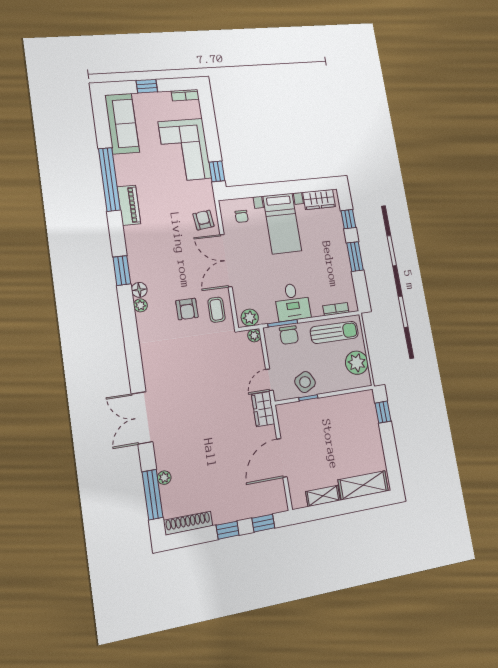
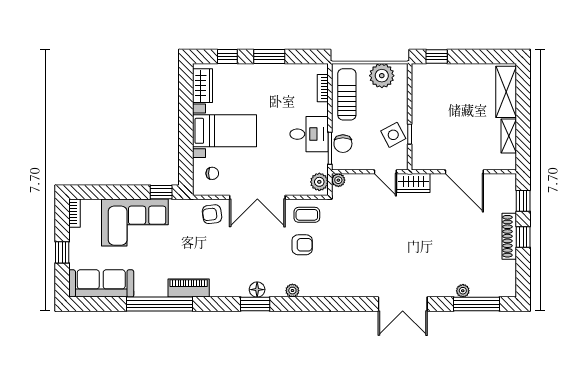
floor lamp: (139, 290) -> (257, 290), moved
chair: (289, 335) -> (343, 144), turned 90
shoe rack: (188, 523) -> (509, 236), moved

